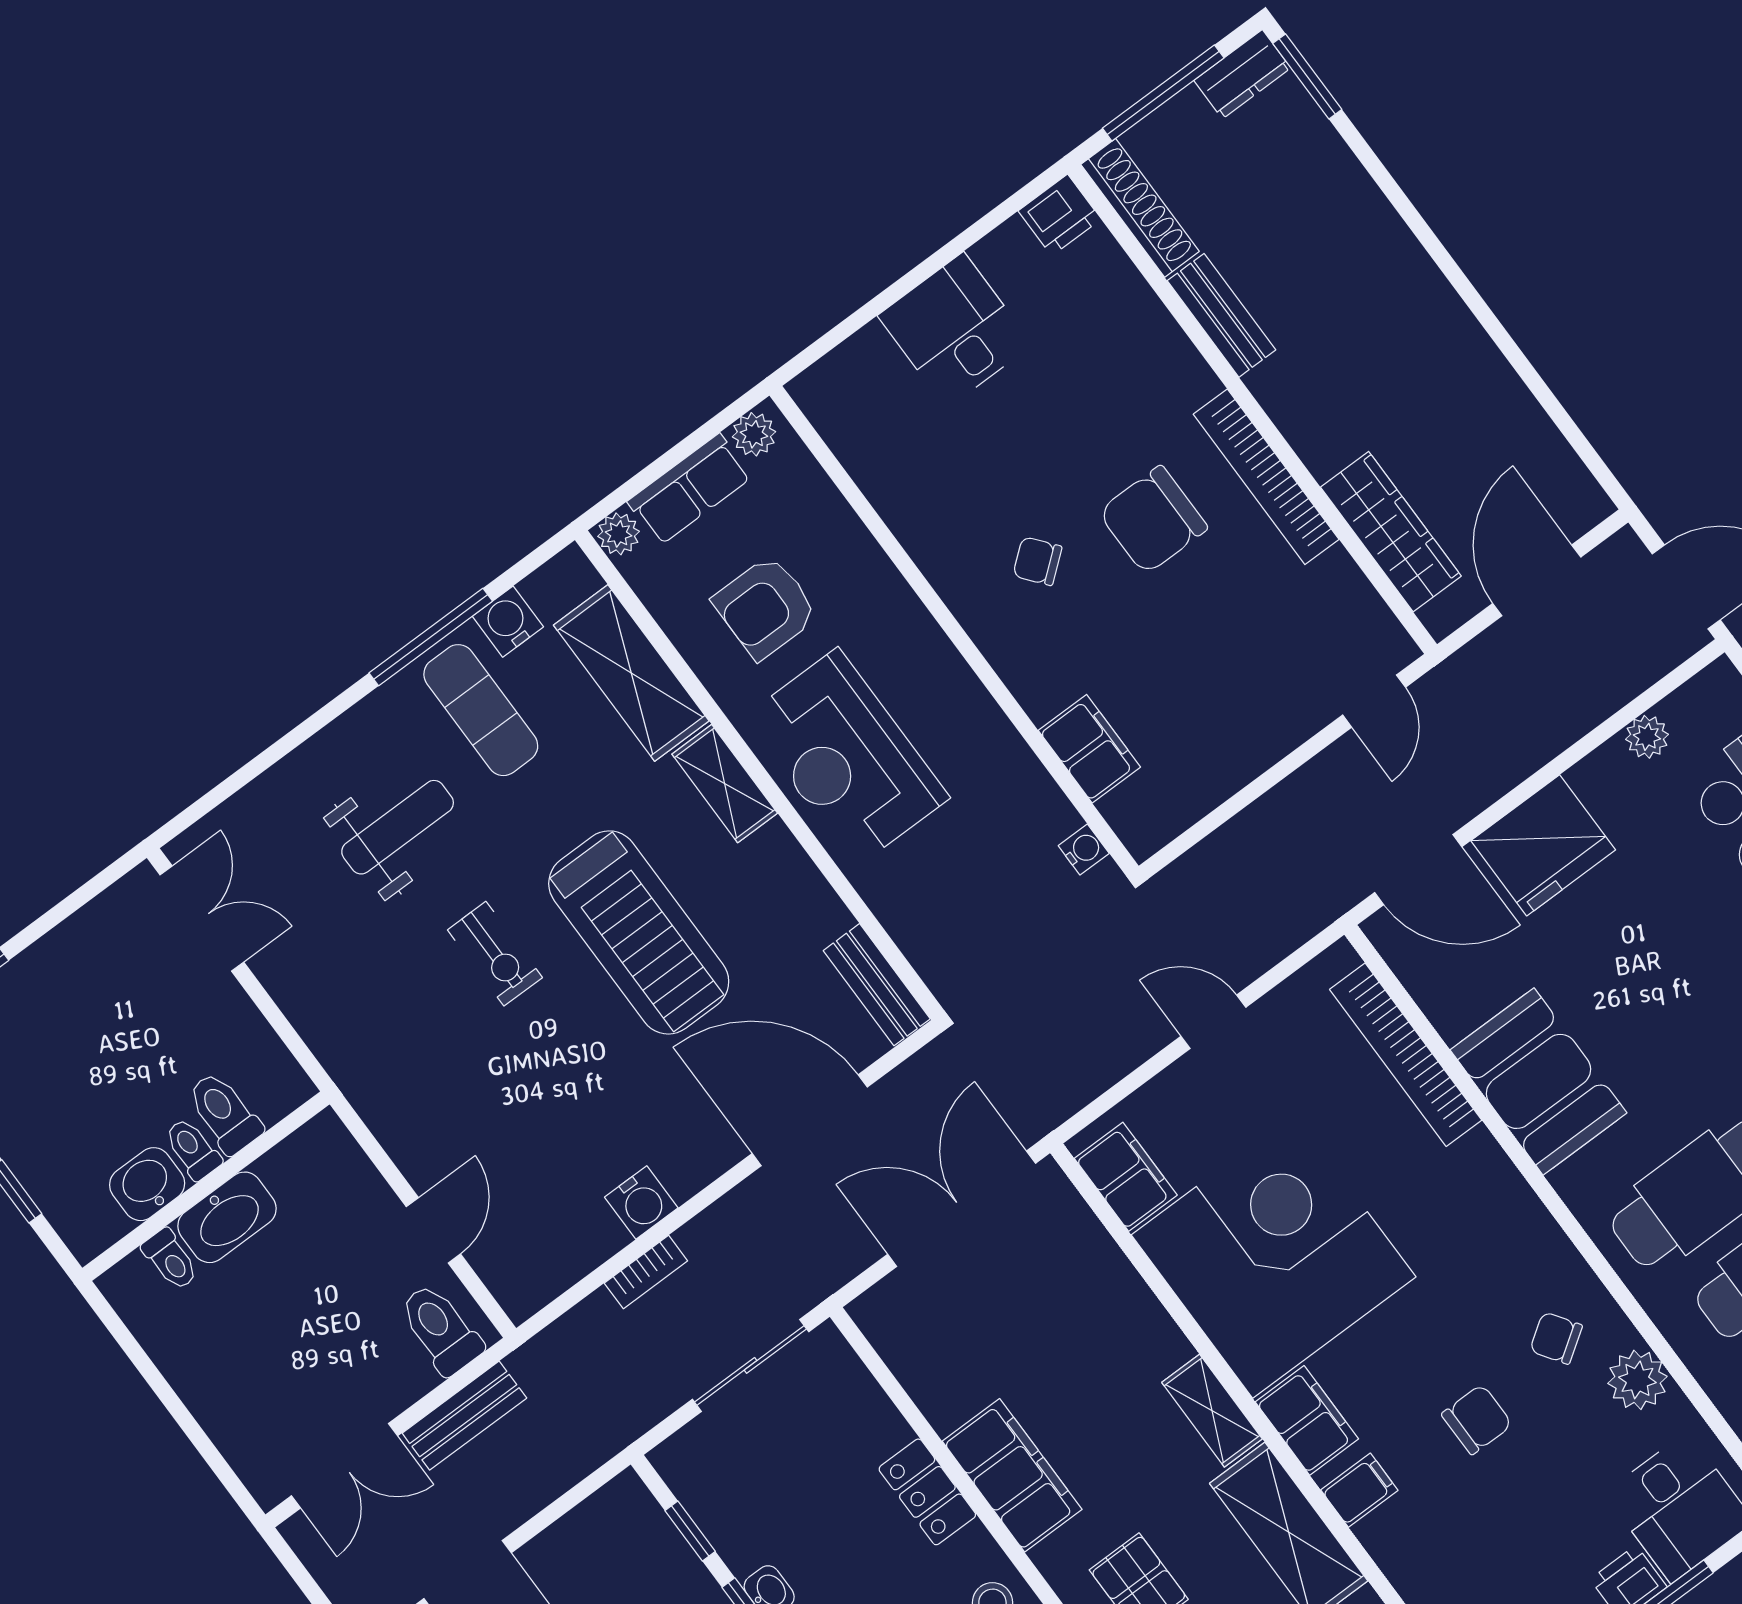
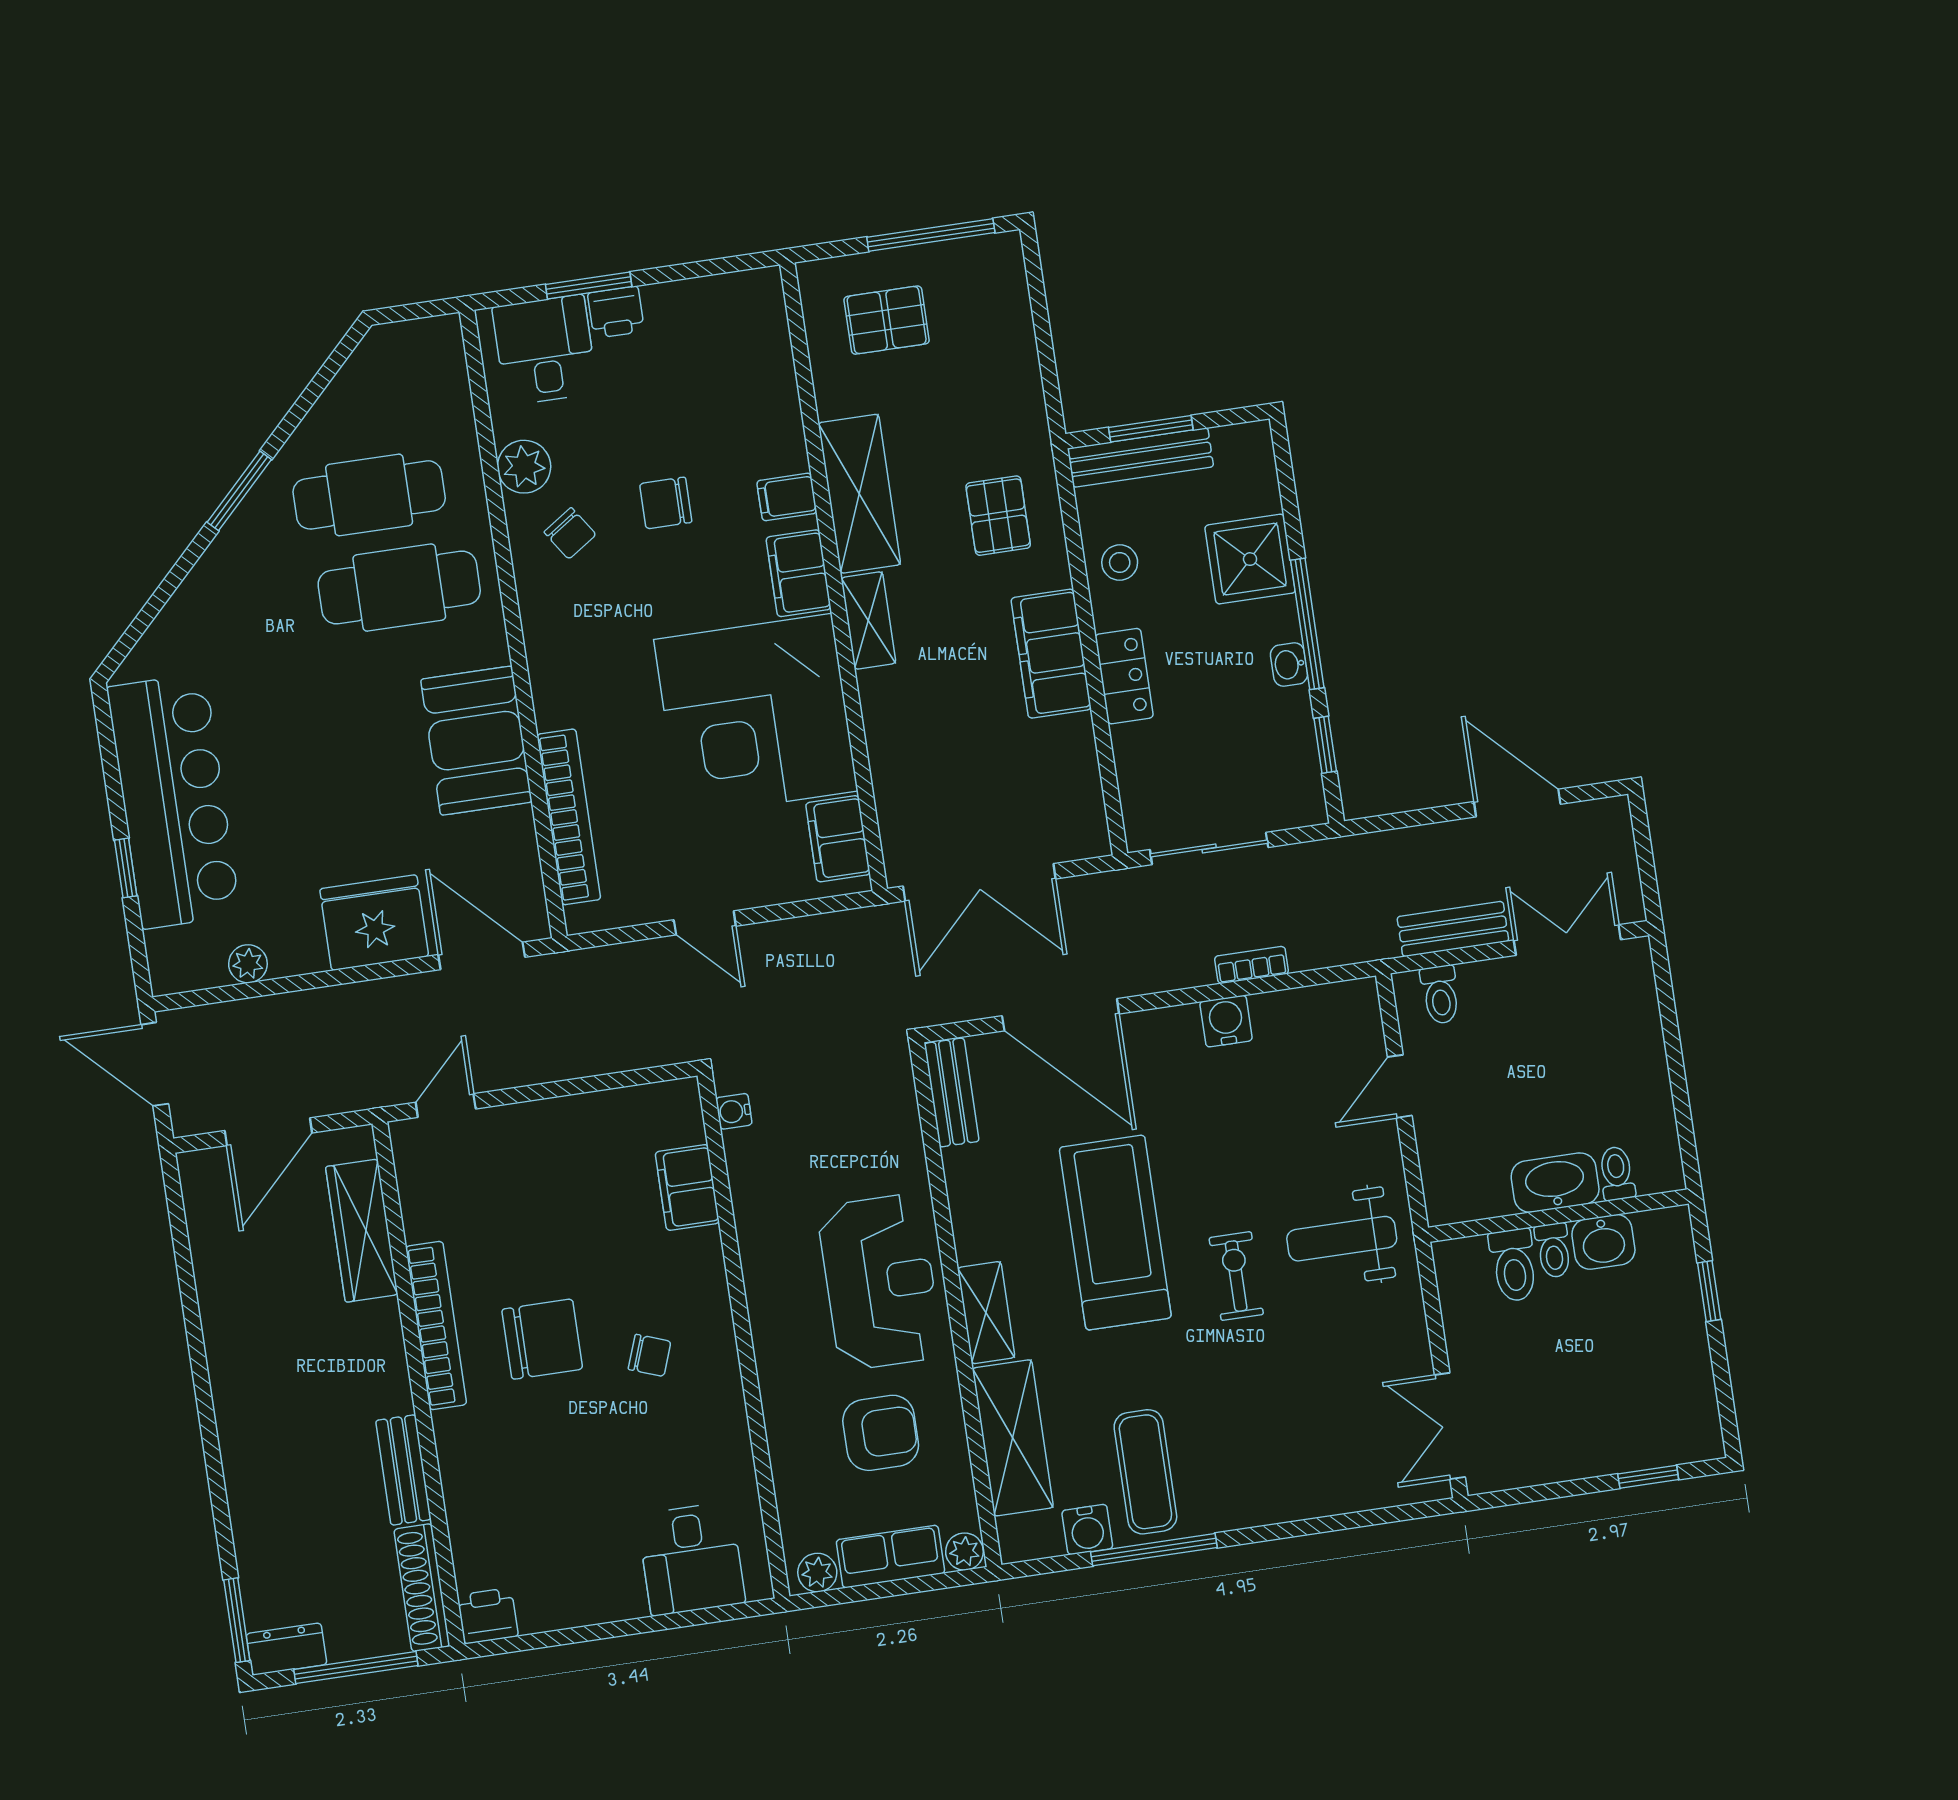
desk: (955, 330) -> (691, 1559), moved
chair: (1037, 561) -> (650, 1355), turned -31
weight bench: (398, 827) -> (1342, 1239), moved
toilet: (440, 1329) -> (1440, 995), width x0.73, depth x0.72

